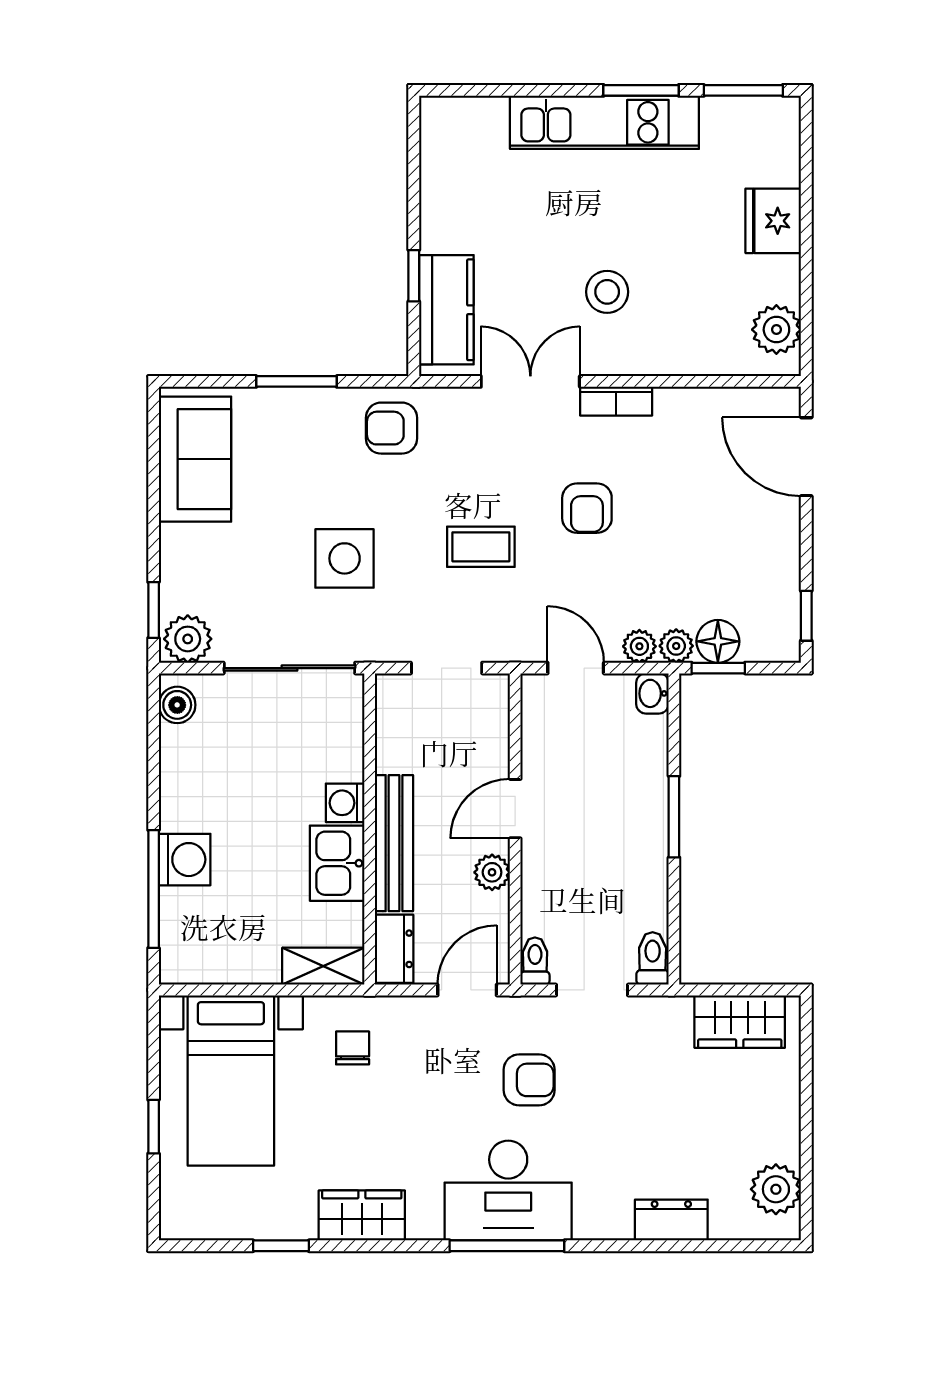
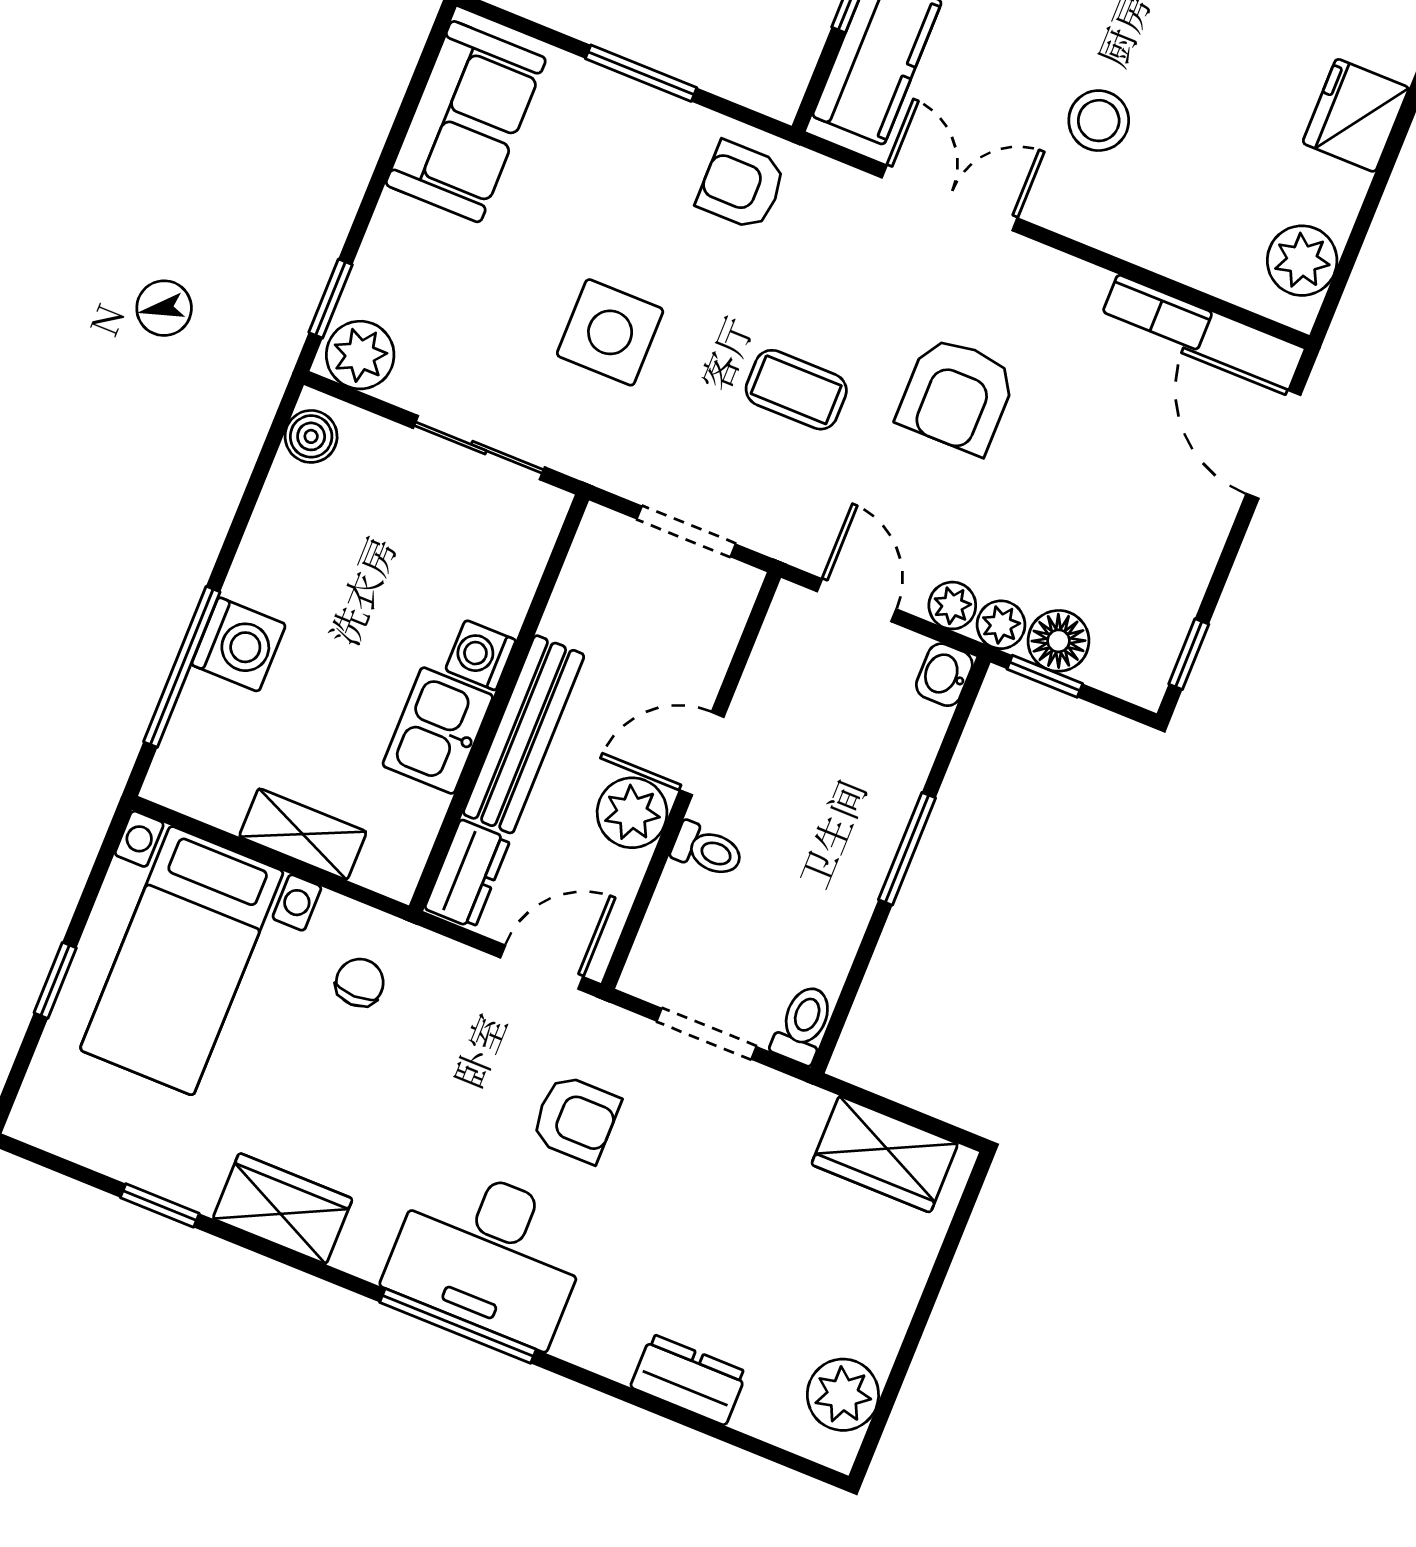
bookcase: (616, 401) -> (1158, 312), moved
armchair: (587, 508) -> (957, 395), width x1.38, depth x1.38
sliding door: (289, 668) -> (479, 448), width x0.73
plant: (492, 872) -> (632, 813), width x1.38, depth x1.38
toilet: (535, 961) -> (707, 850), moved, turned 90
shelving: (323, 966) -> (303, 834), moved

